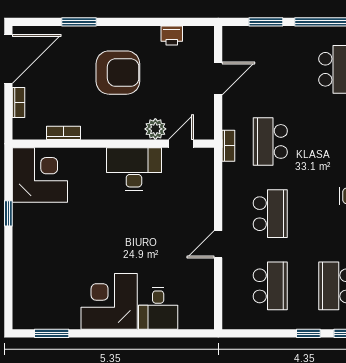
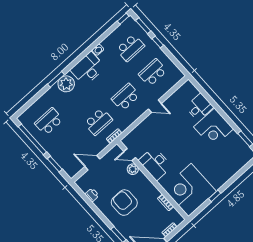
corner desk: (40, 175) -> (190, 190), width x1.36, depth x1.36

